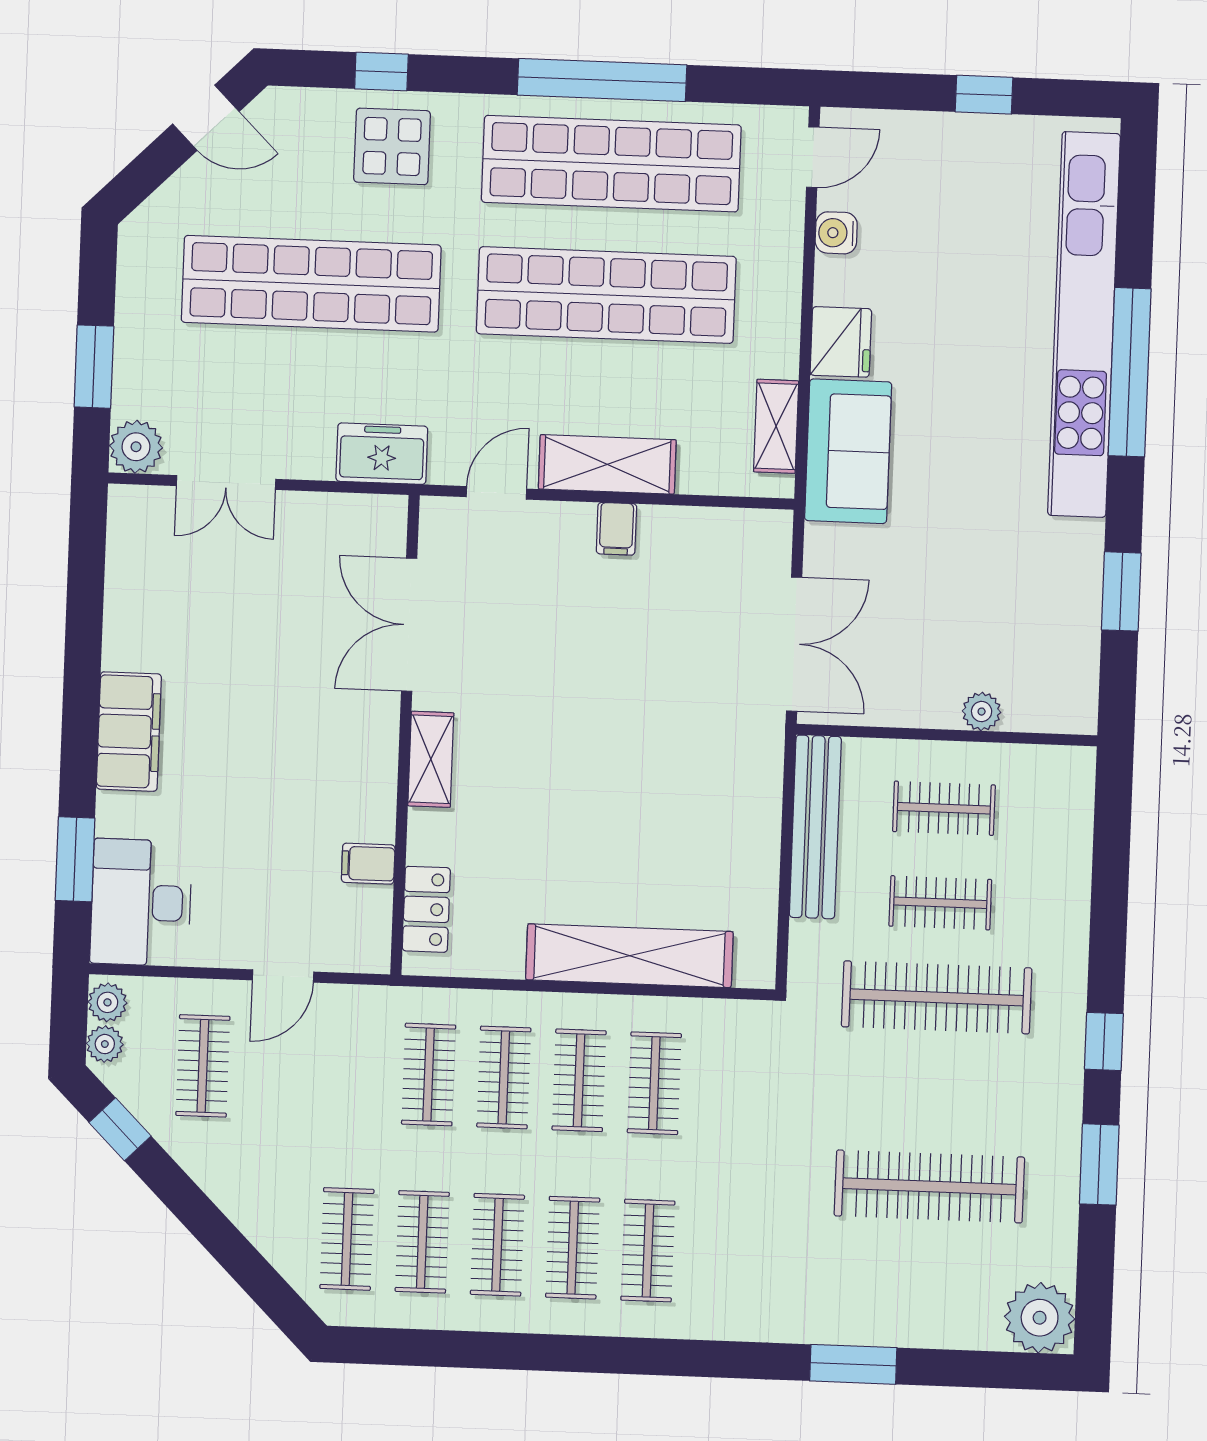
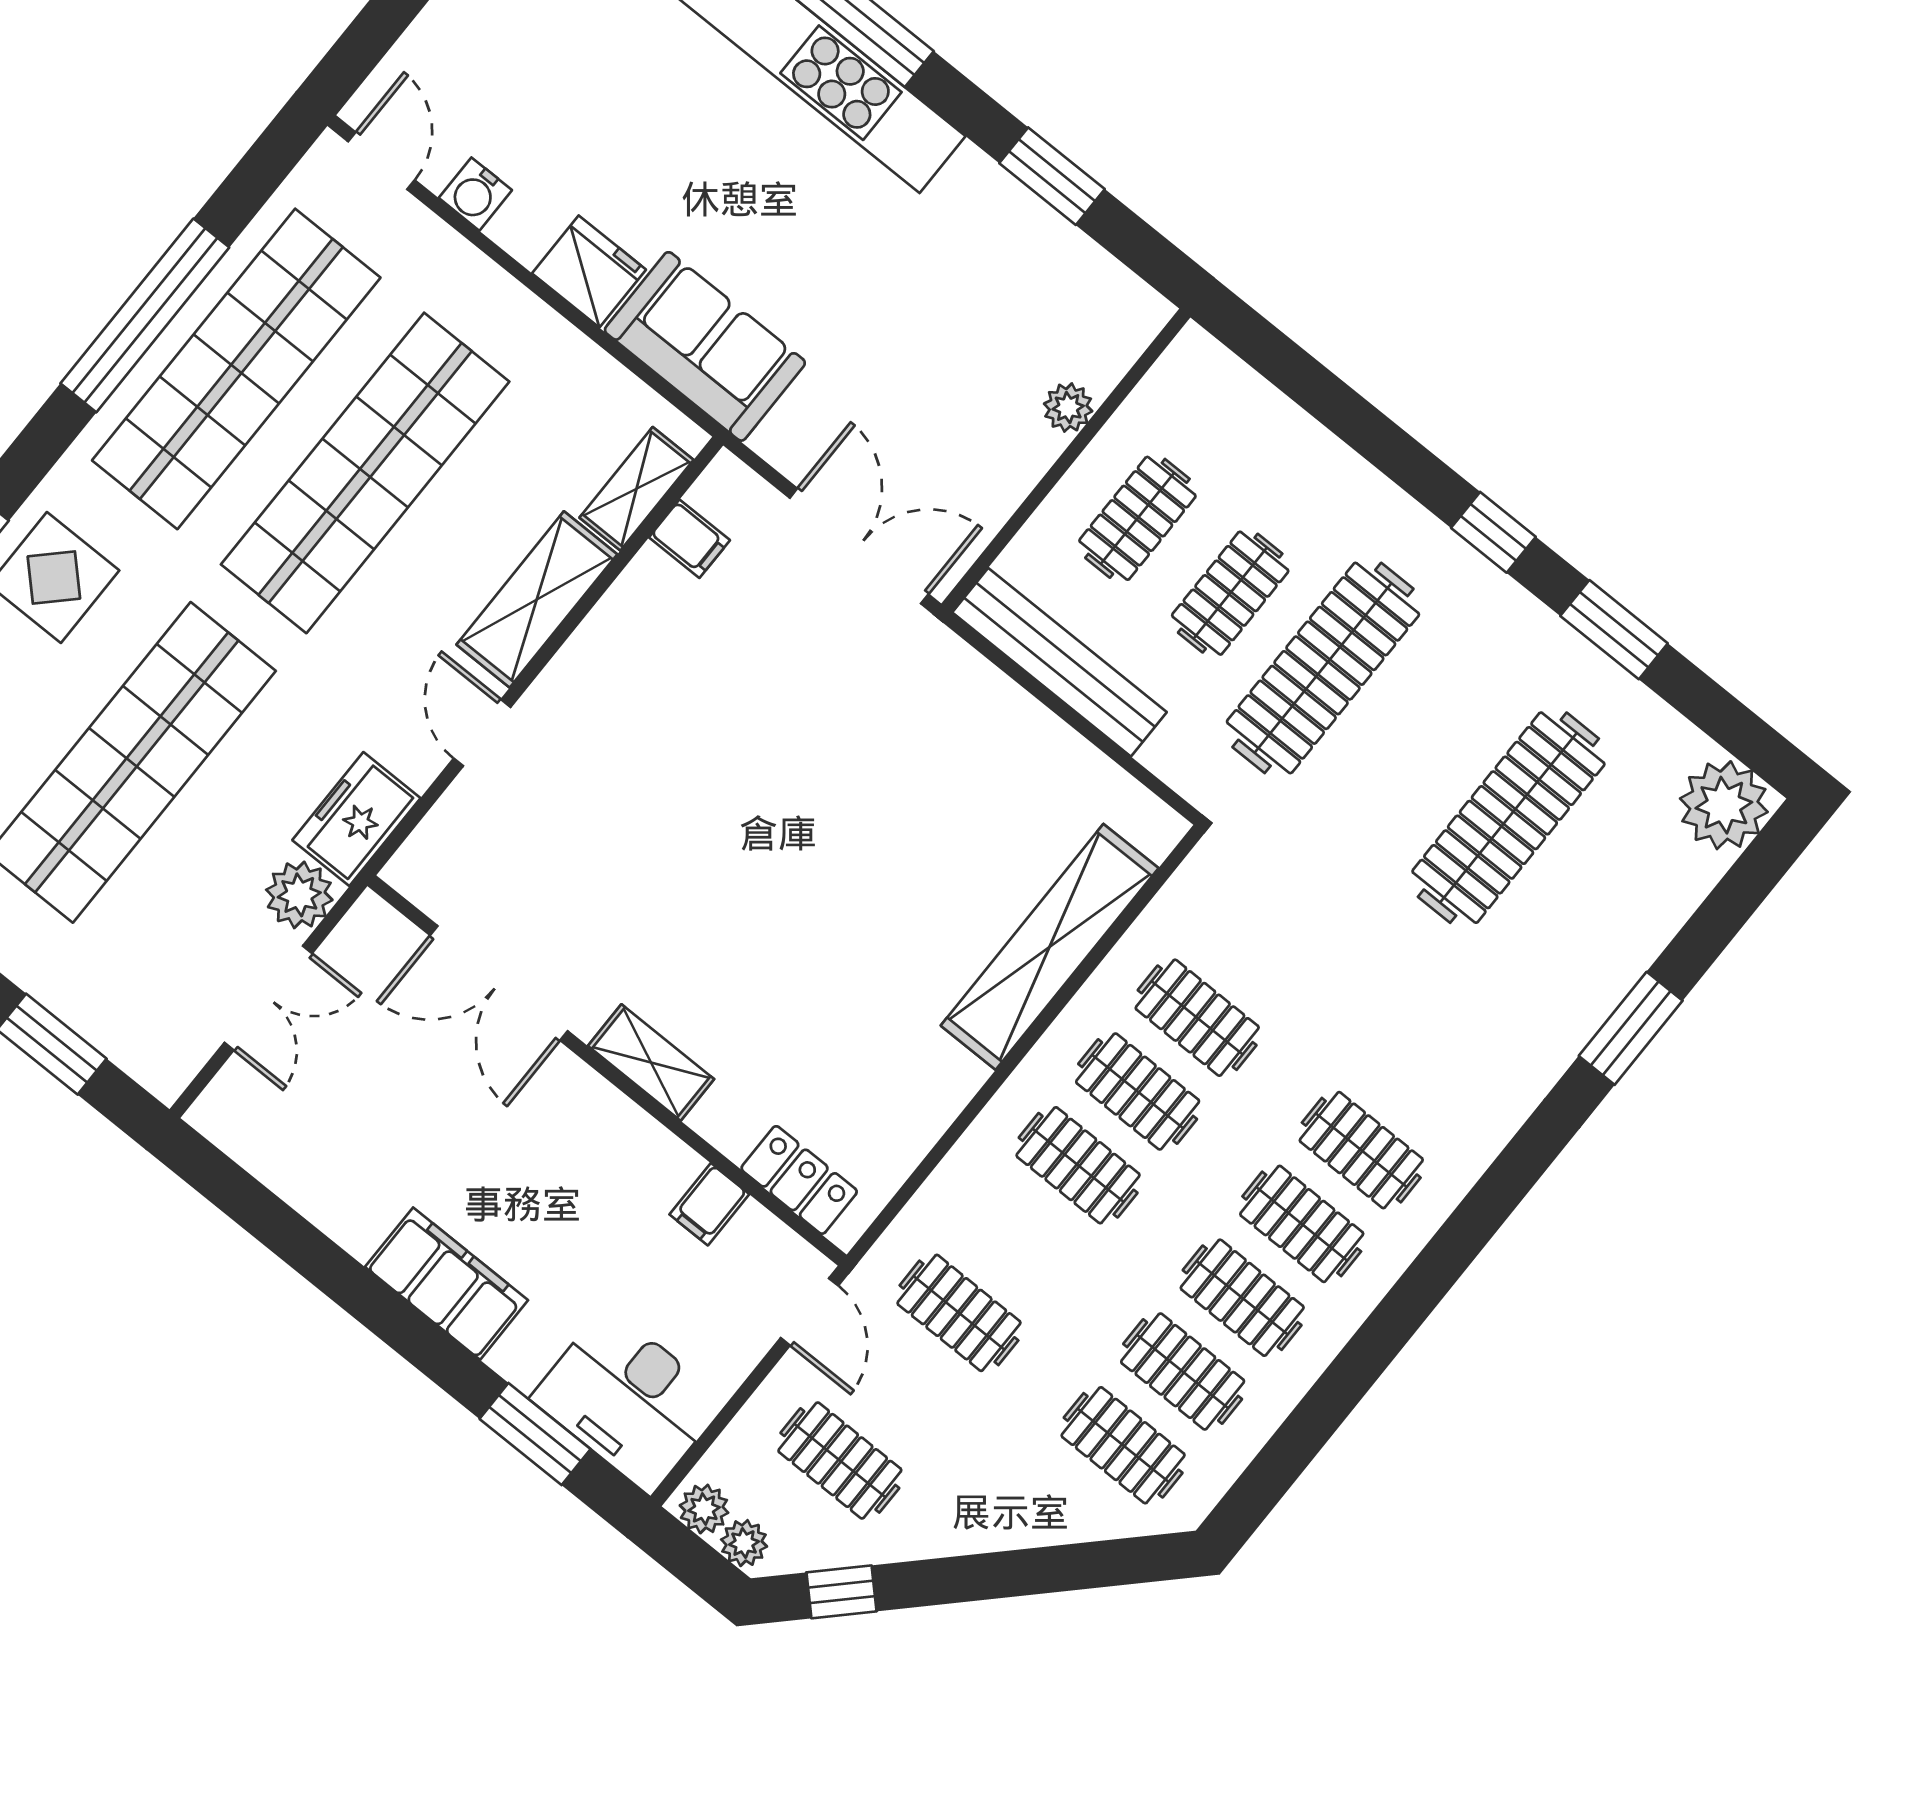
shelving: (776, 426) -> (636, 489), moved, turned 90
plant: (136, 447) -> (299, 895), moved
filing cabinet: (616, 529) -> (689, 539), moved
double door: (409, 625) -> (499, 983), moved
wall: (405, 735) -> (607, 1070), moved
shelving: (431, 759) -> (651, 1063), moved
filing cabinet: (368, 864) -> (709, 1204), moved
locker: (426, 909) -> (799, 1180), moved
clothes rail: (429, 1075) -> (959, 1313), moved

